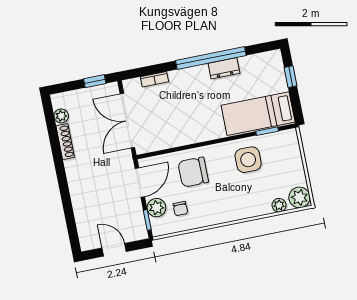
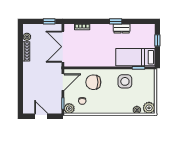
window: (211, 58) -> (116, 21), width x0.32
plant: (156, 208) -> (69, 109), moved

